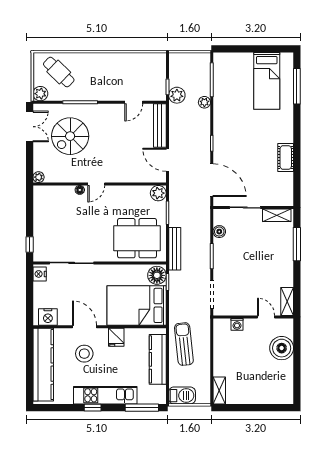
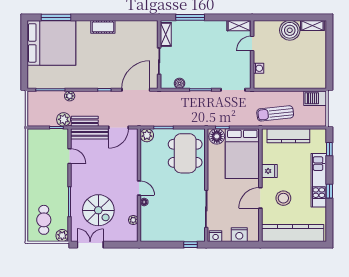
cafe table: (59, 72) -> (44, 220), turned -44
bed: (267, 81) -> (51, 43), width x2.04
cot: (286, 157) -> (103, 27), moved
plant: (39, 177) -> (133, 220), moved
bench: (175, 249) -> (85, 121), moved, width x0.73
nightstand: (48, 317) -> (239, 235), moved, turned 90
boiler: (282, 348) -> (290, 30), moved
shelving: (219, 391) -> (312, 25), moved
barbecue: (182, 396) -> (315, 98), moved, turned -90
window: (142, 408) -> (329, 149), width x0.46

